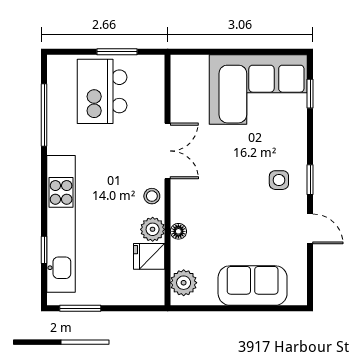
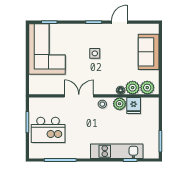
side table: (279, 180) -> (95, 53), moved
kitchen unit: (61, 224) -> (117, 151), width x0.73
plant: (184, 254) -> (133, 88), added

